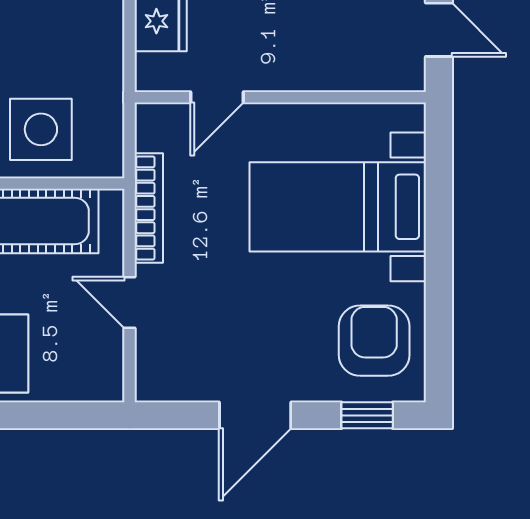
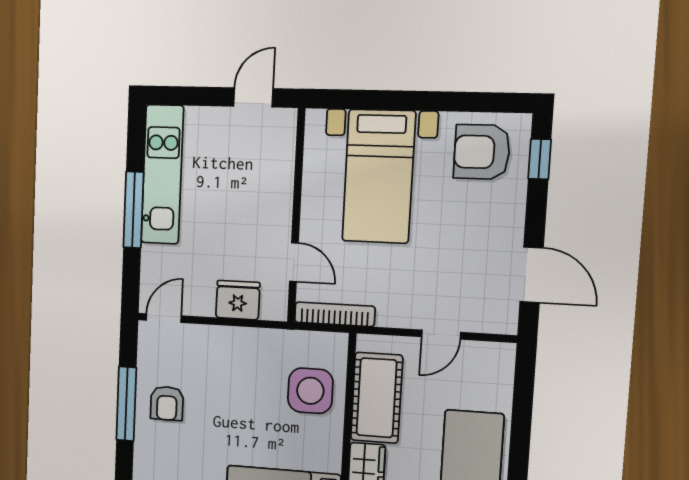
bookcase: (149, 208) -> (335, 314), moved
door: (255, 415) -> (532, 275), moved

